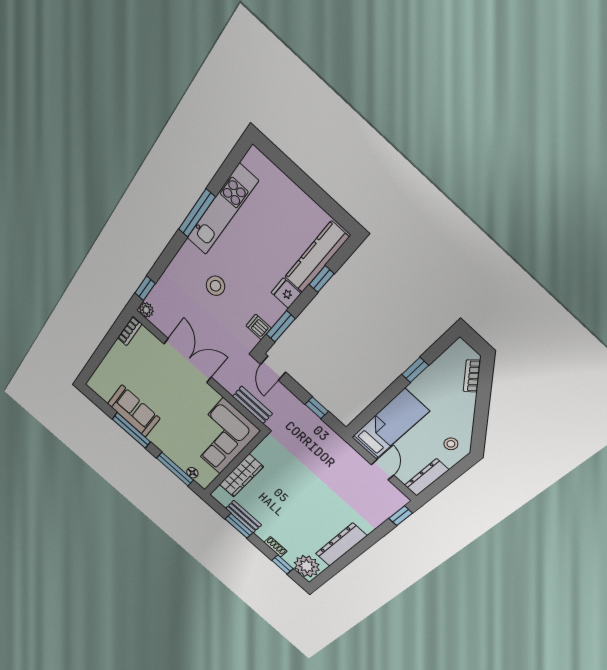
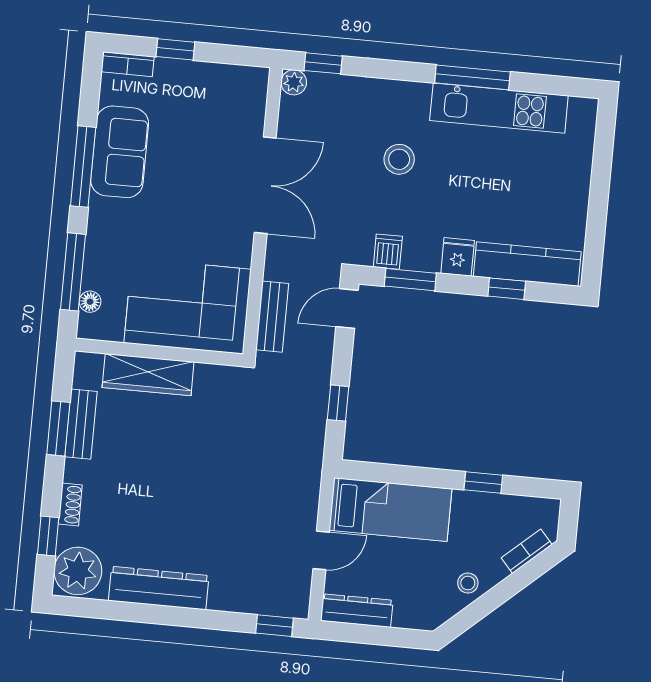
bookcase: (130, 331) -> (128, 64), moved
window: (101, 353) -> (175, 49), added
stool: (451, 444) -> (468, 583), moved

